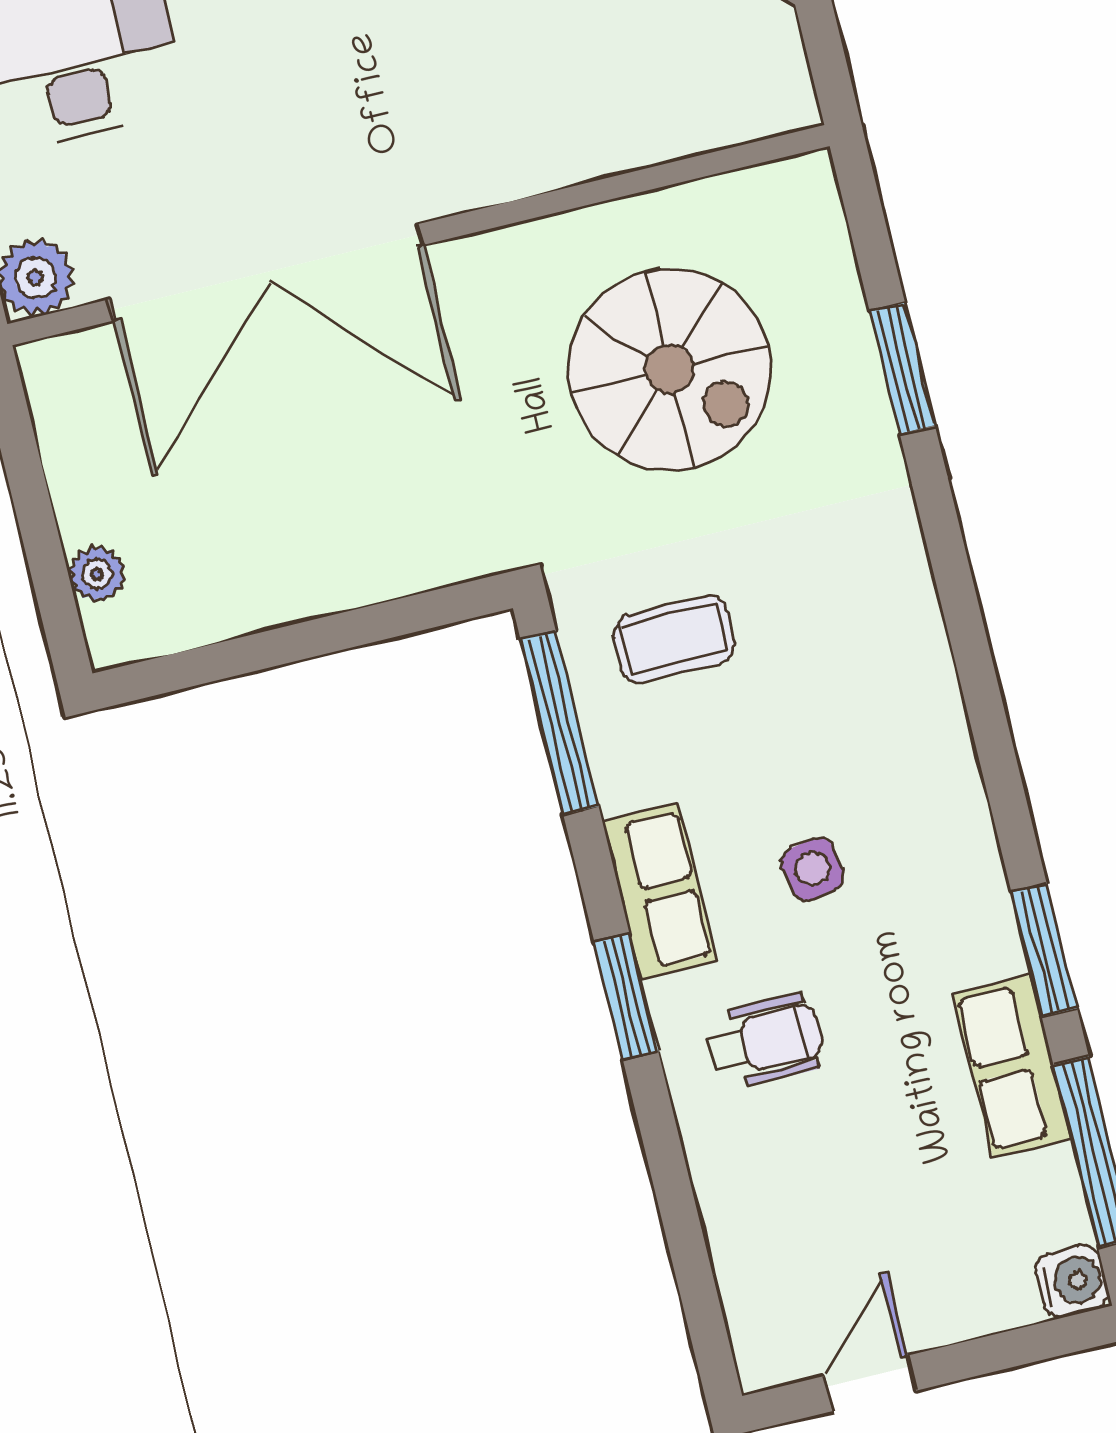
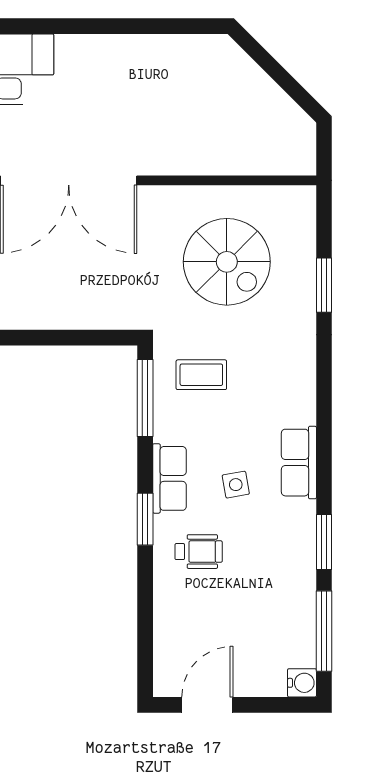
row of seats: (1012, 1066) -> (299, 463), moved
door: (870, 1383) -> (207, 705), width x1.38

